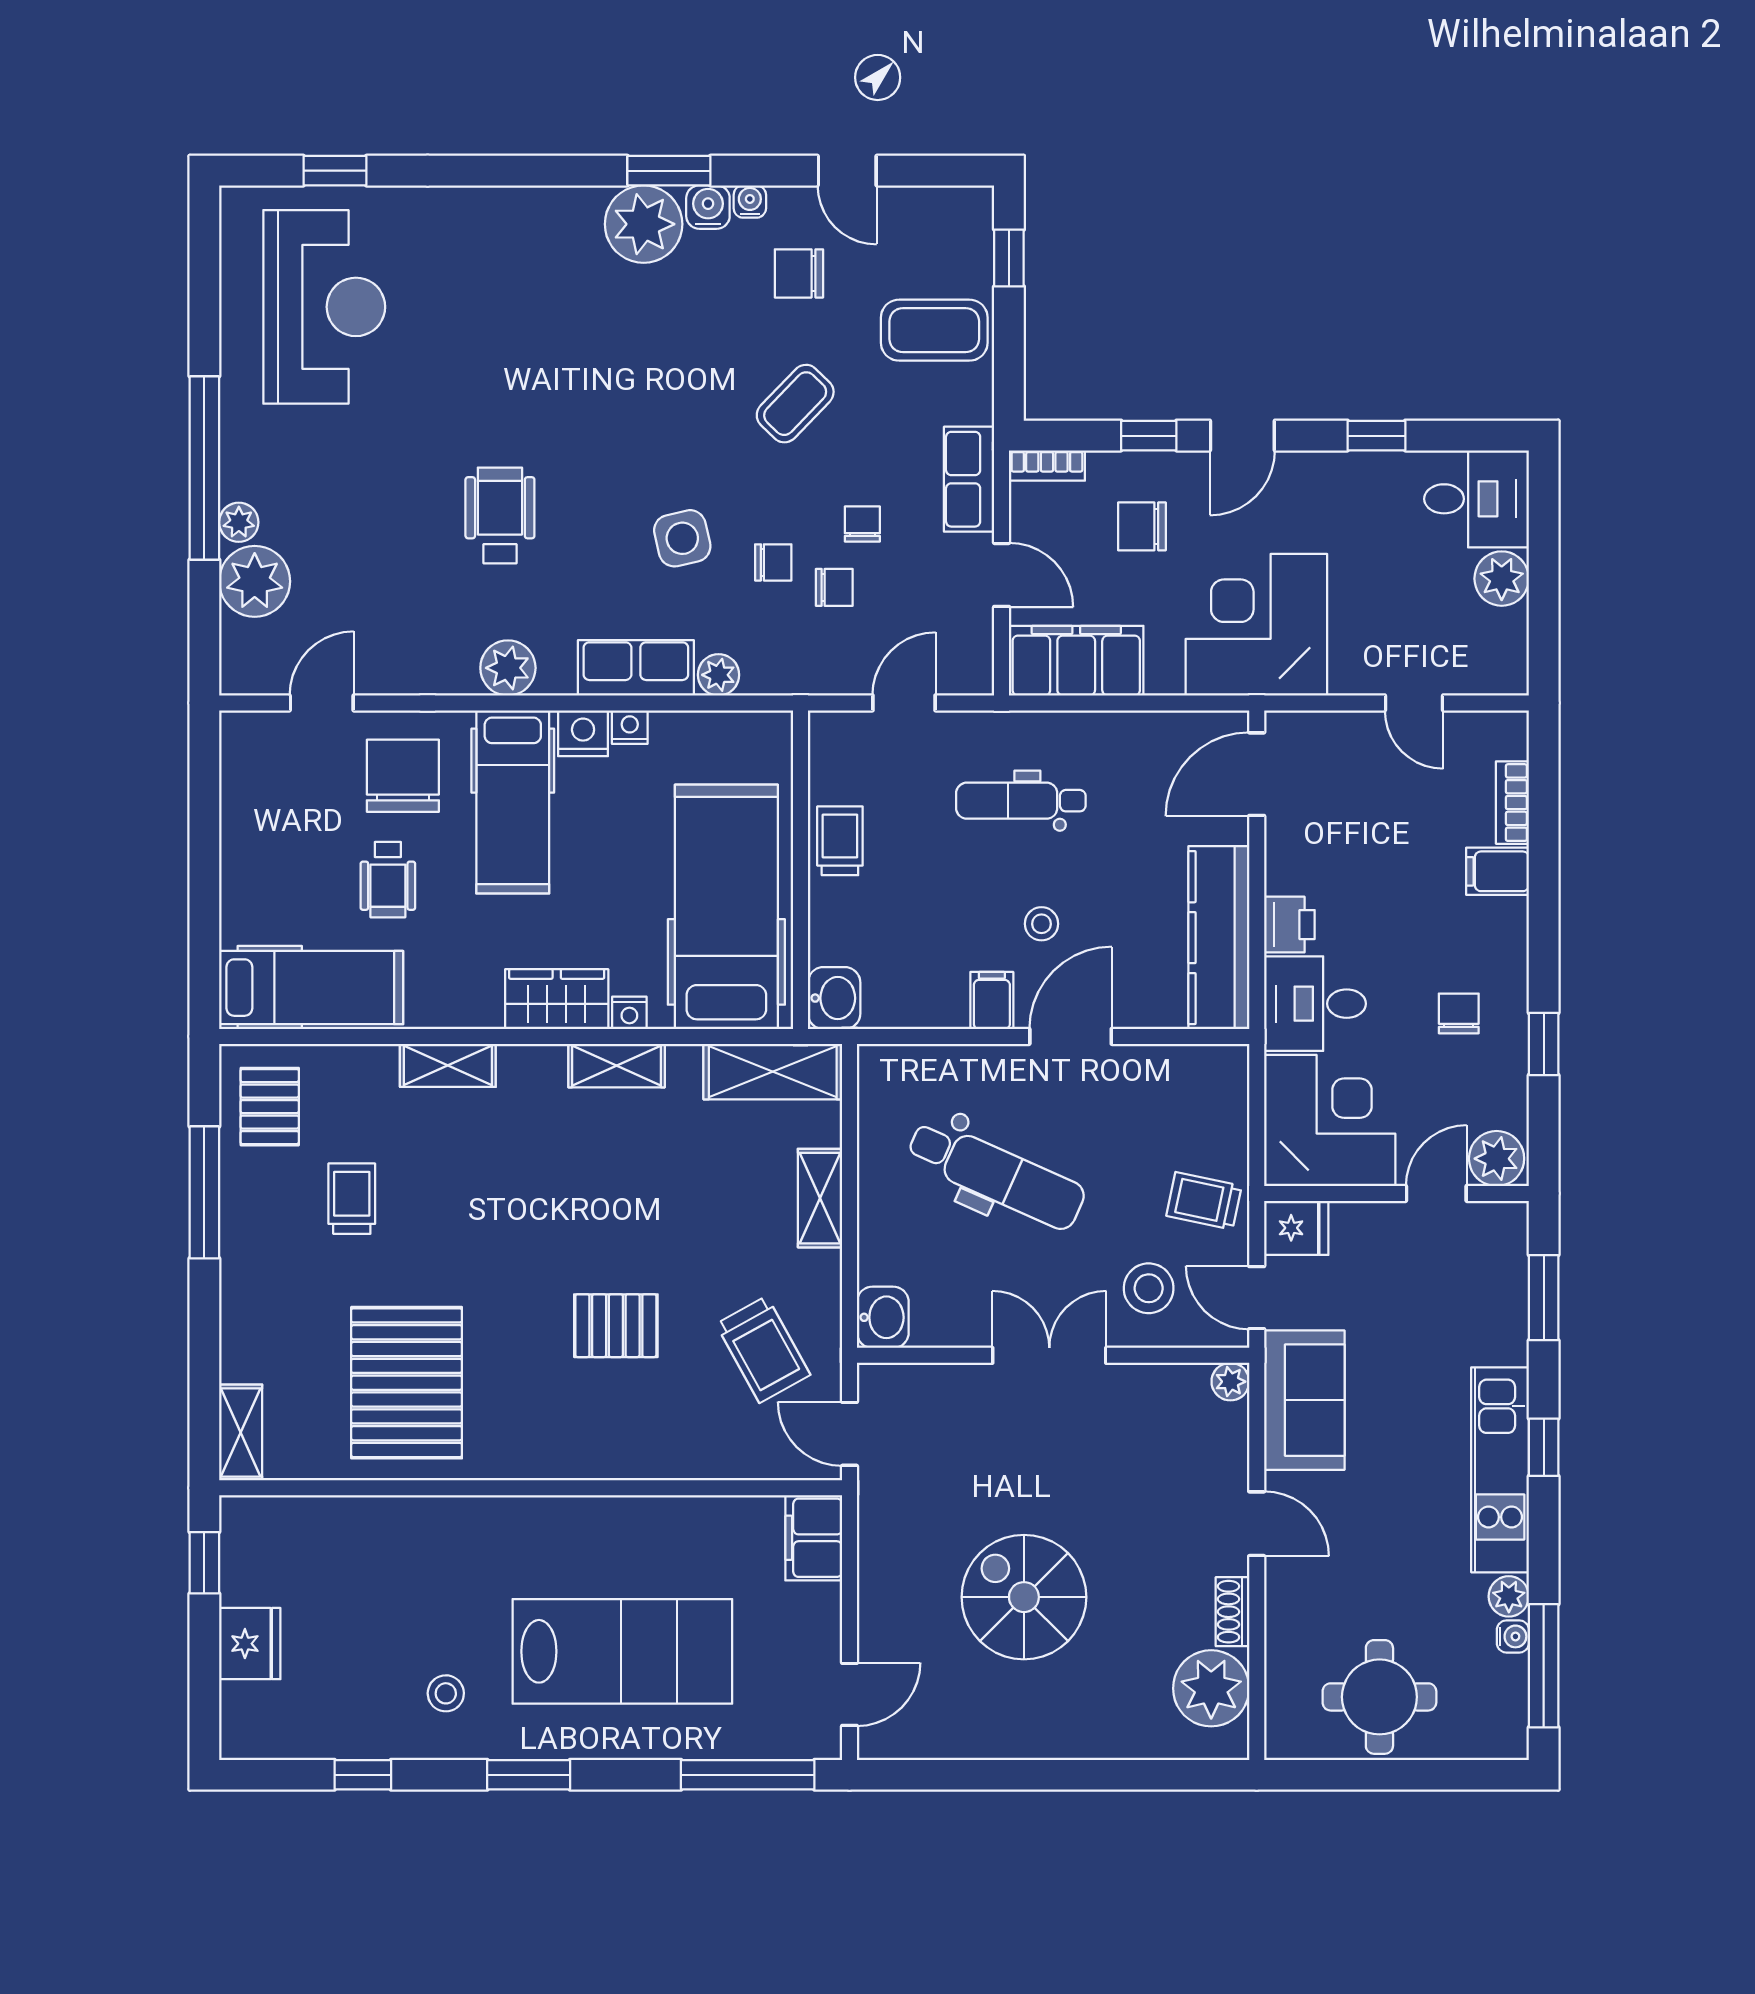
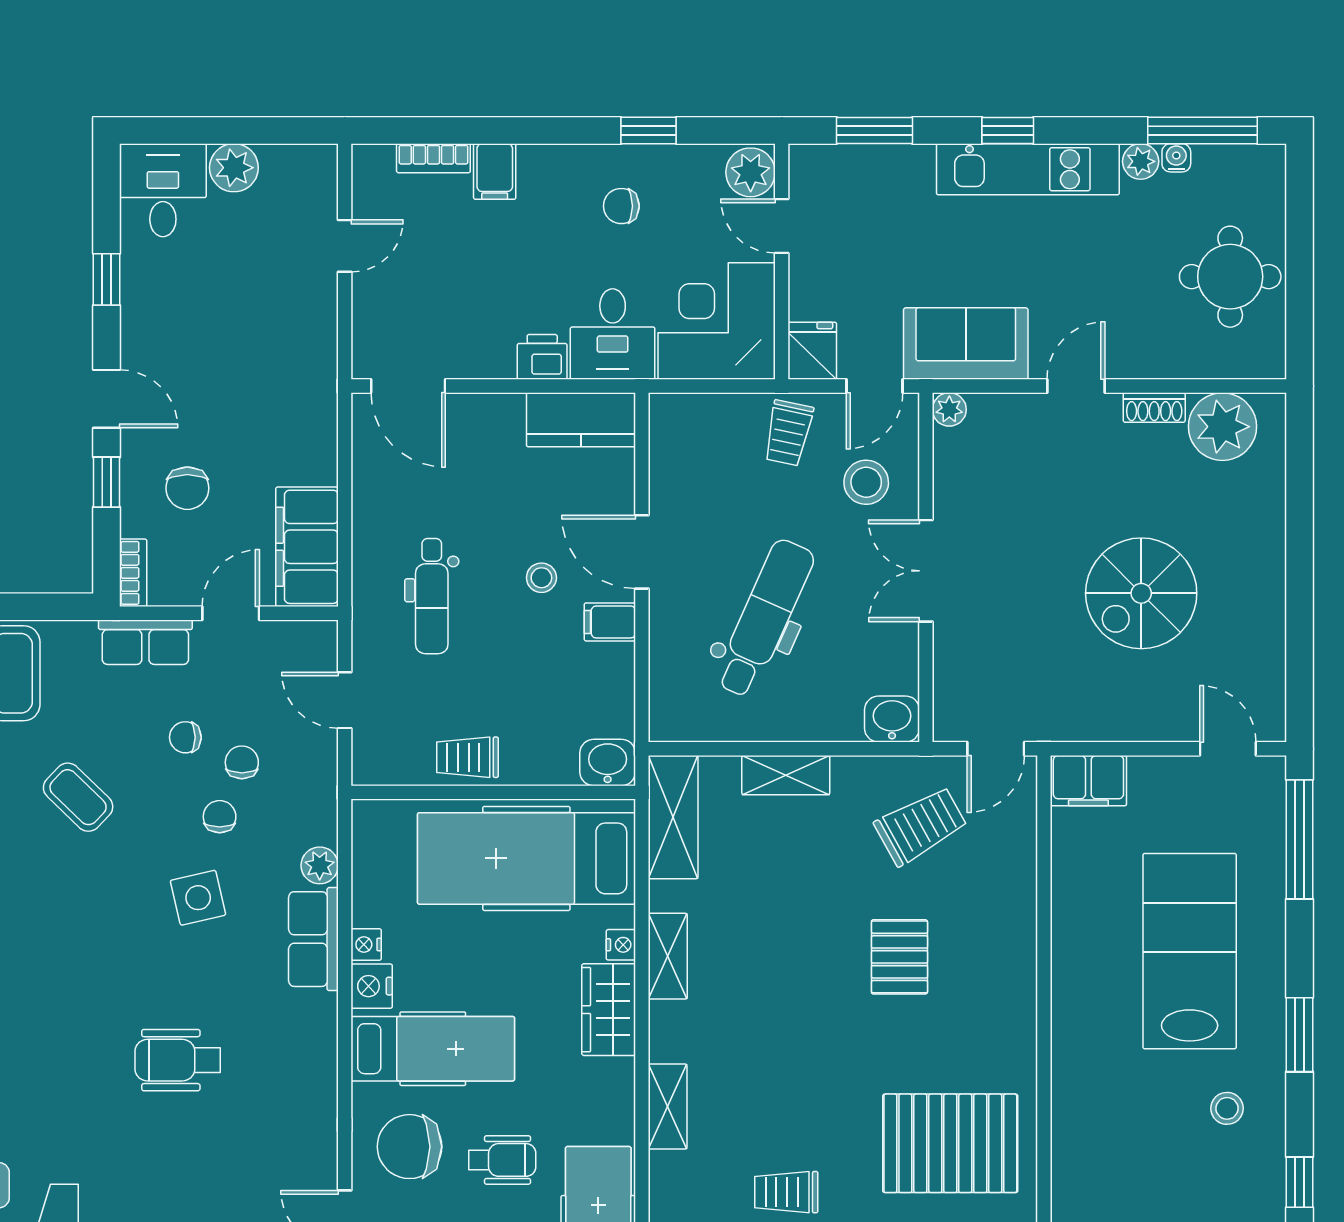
corner desk: (1256, 625) -> (275, 386), removed
plant: (508, 668) -> (314, 1053), removed
kitchen counter: (1219, 938) -> (581, 420), width x0.67

